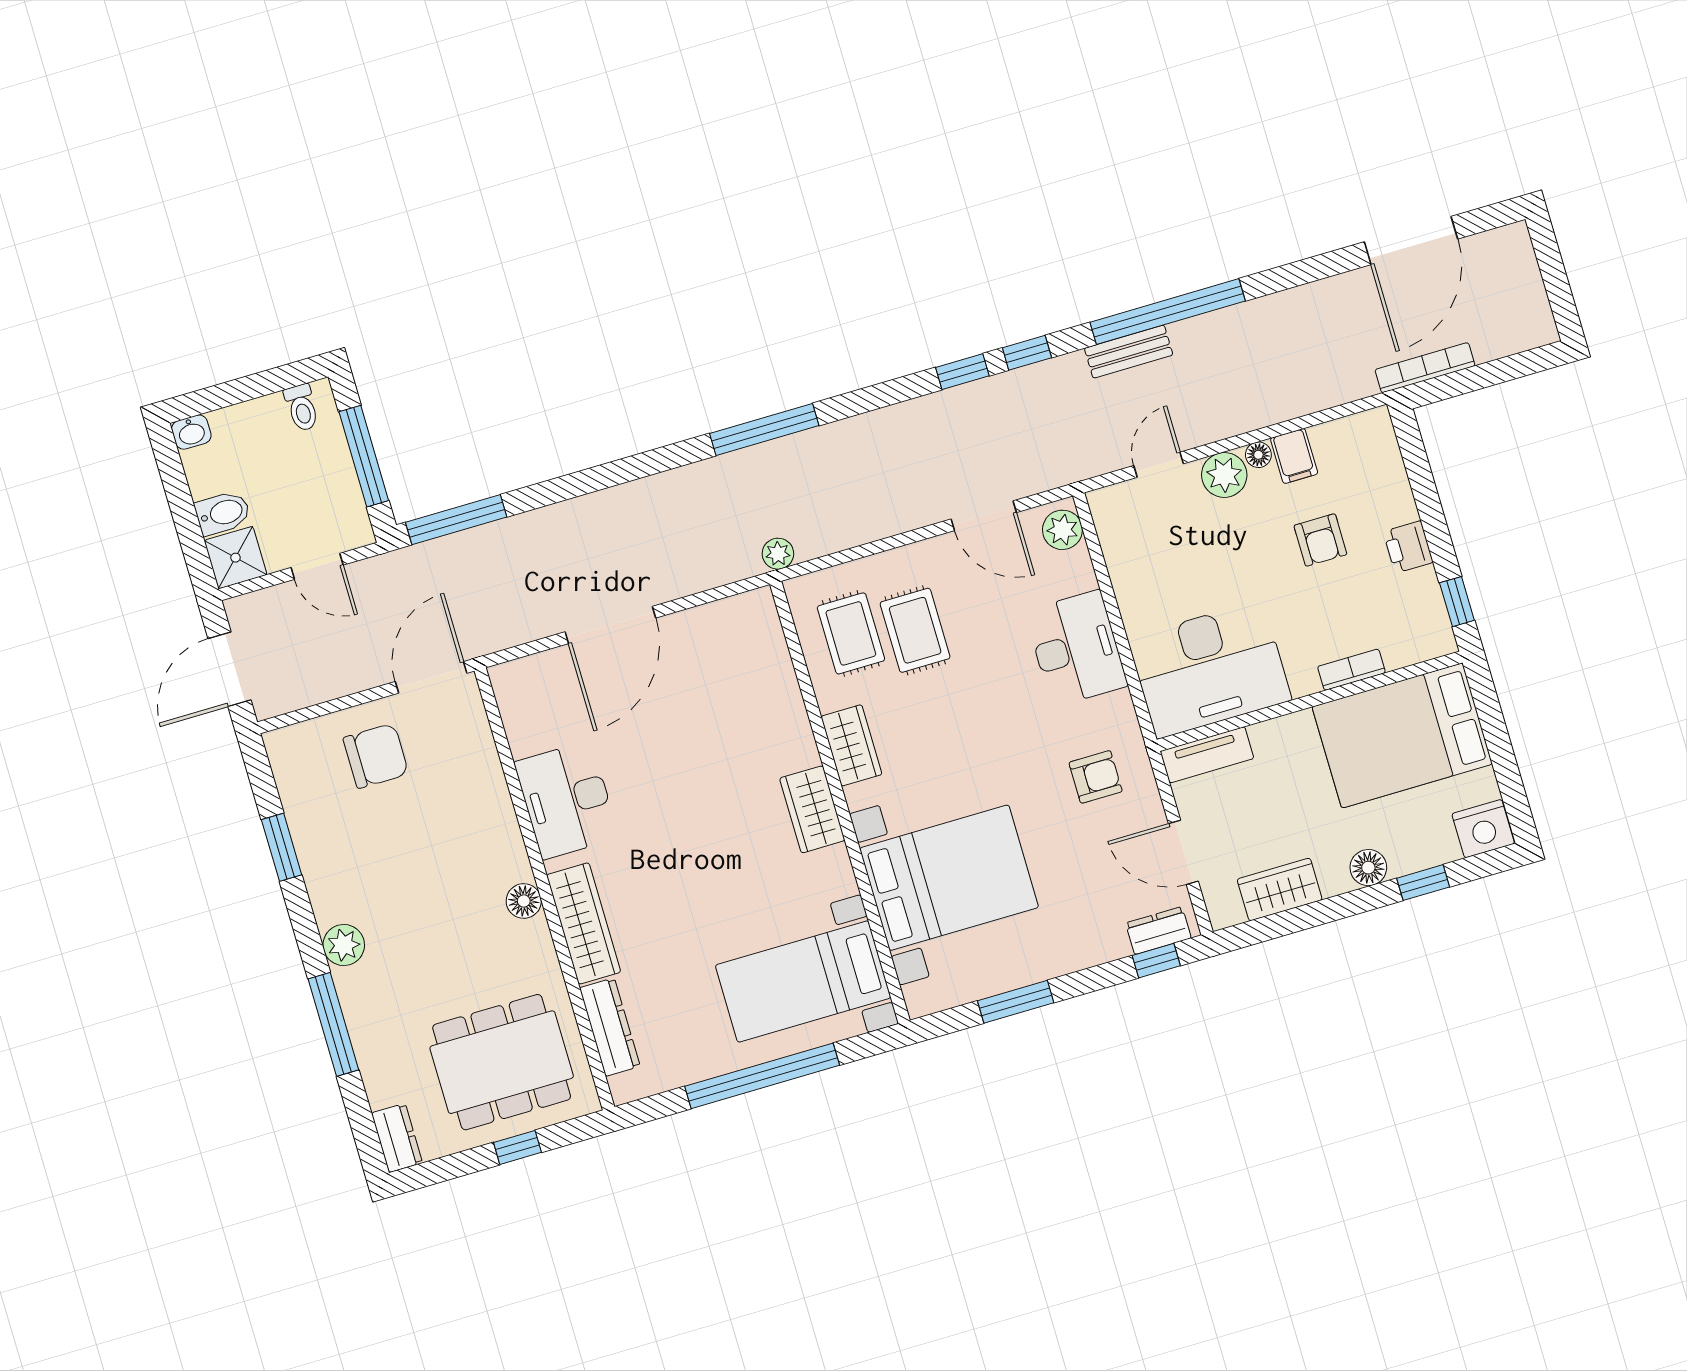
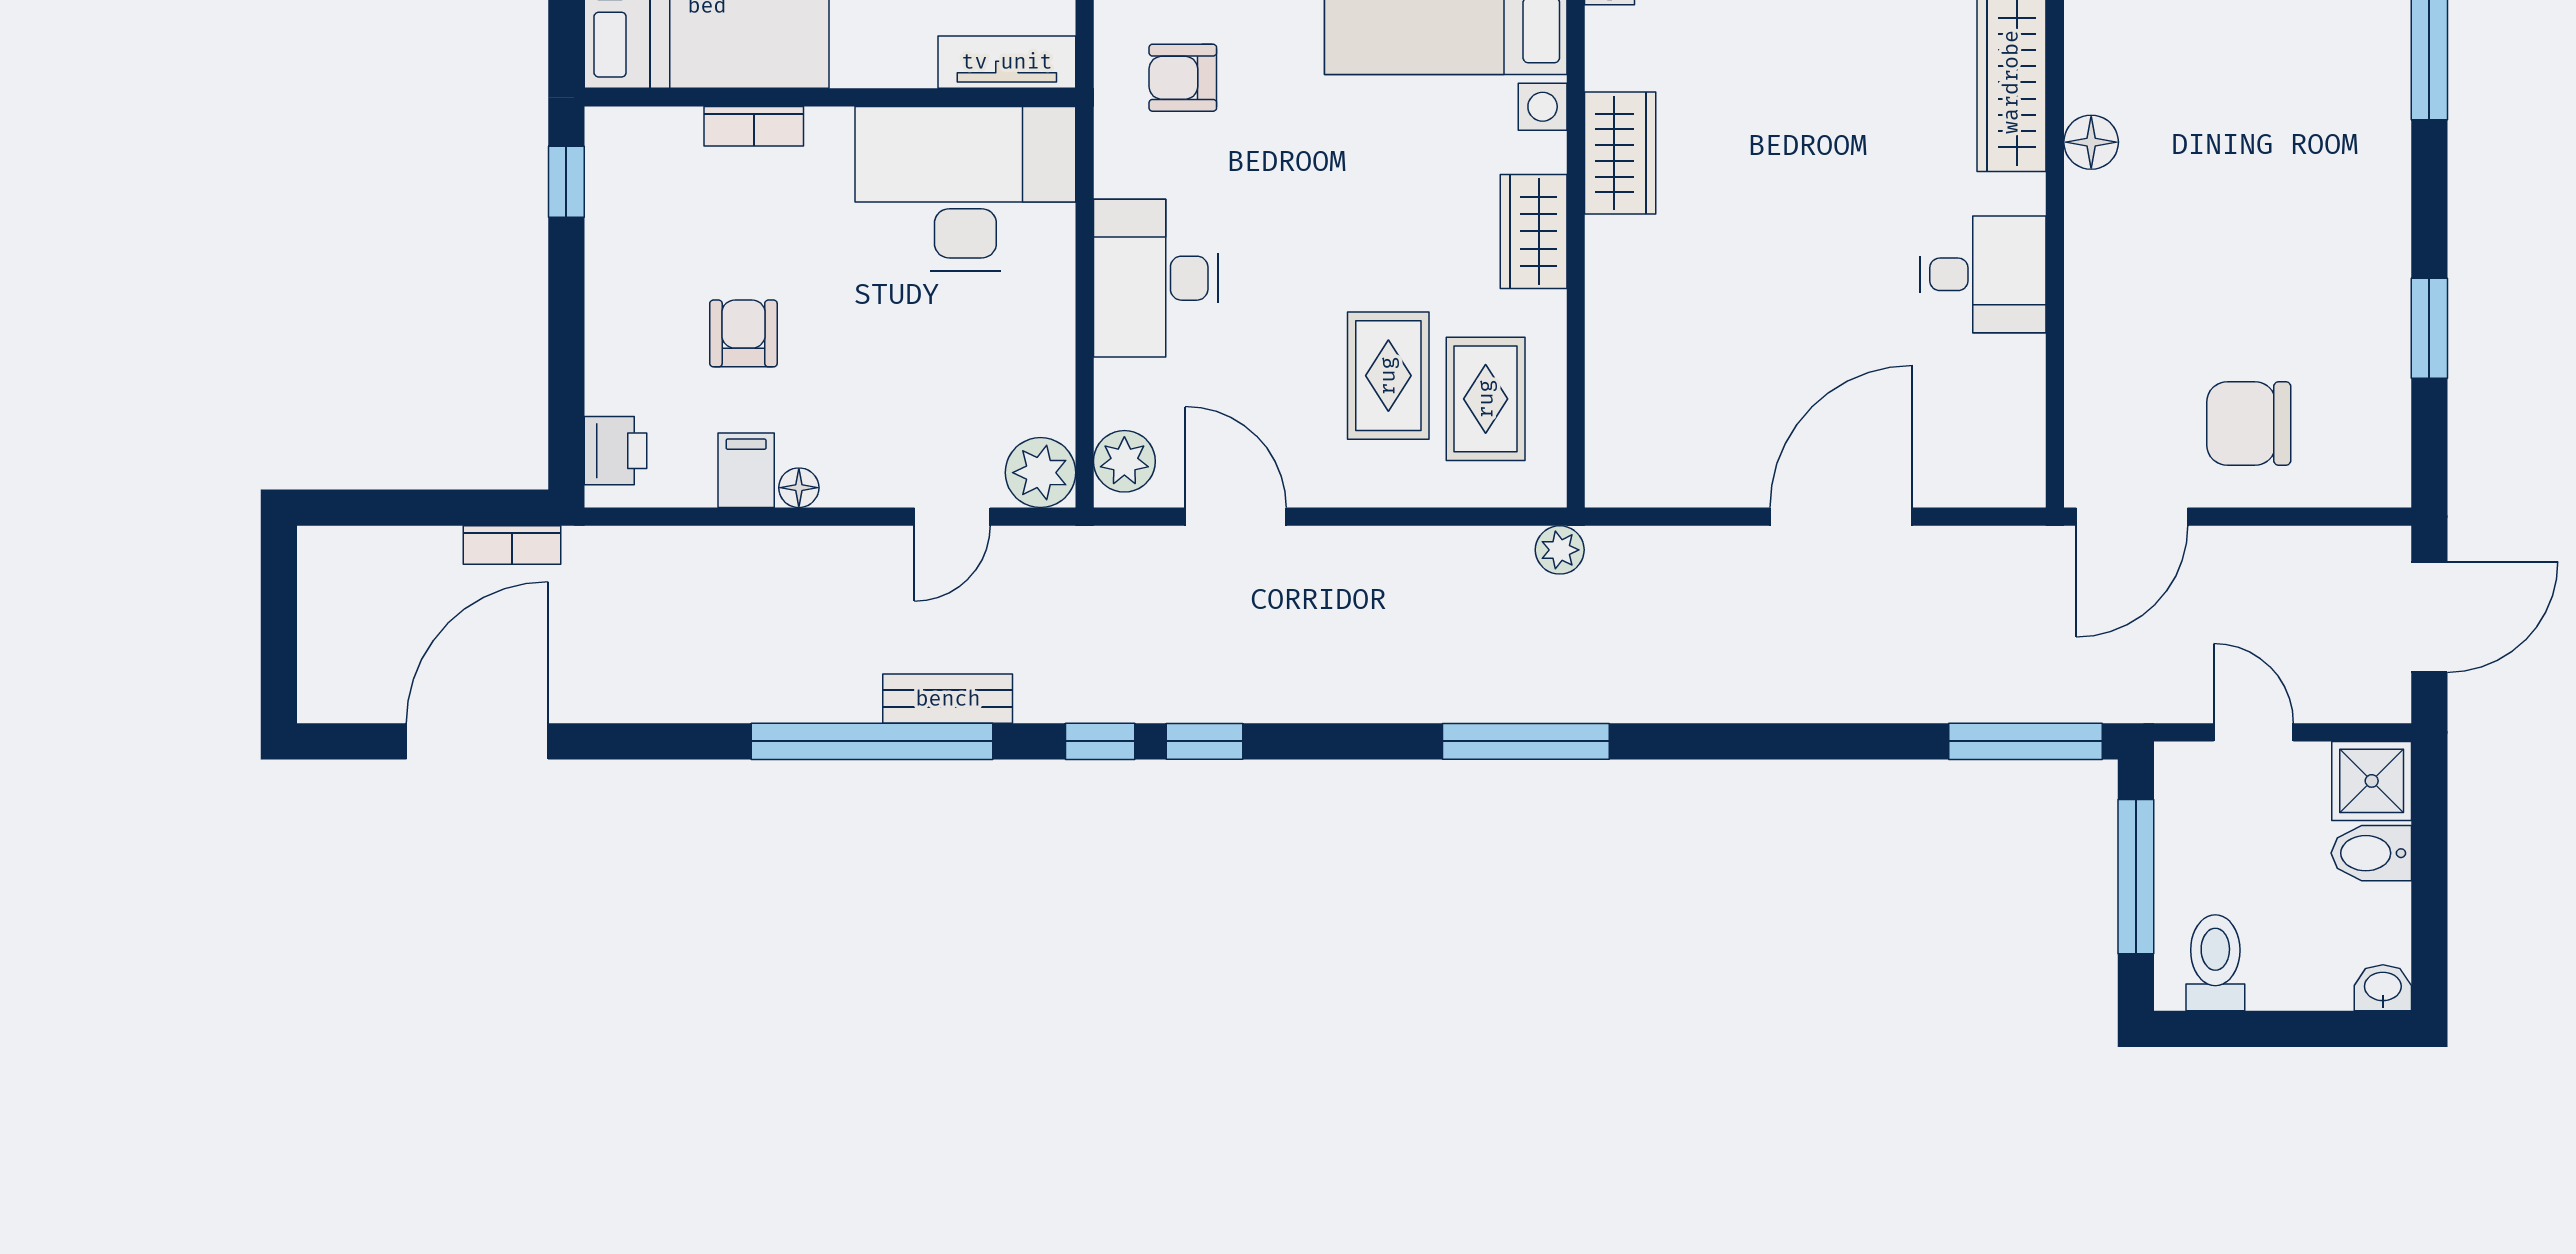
bookcase: (1425, 368) -> (512, 545), width x0.64
toilet: (302, 408) -> (2215, 963), width x1.37, depth x1.39
plant: (1224, 475) -> (1040, 473), moved
printer: (1408, 547) -> (616, 451), moved
desk: (567, 800) -> (1983, 274), width x0.73
plant: (344, 945) -> (2379, 155), removed

